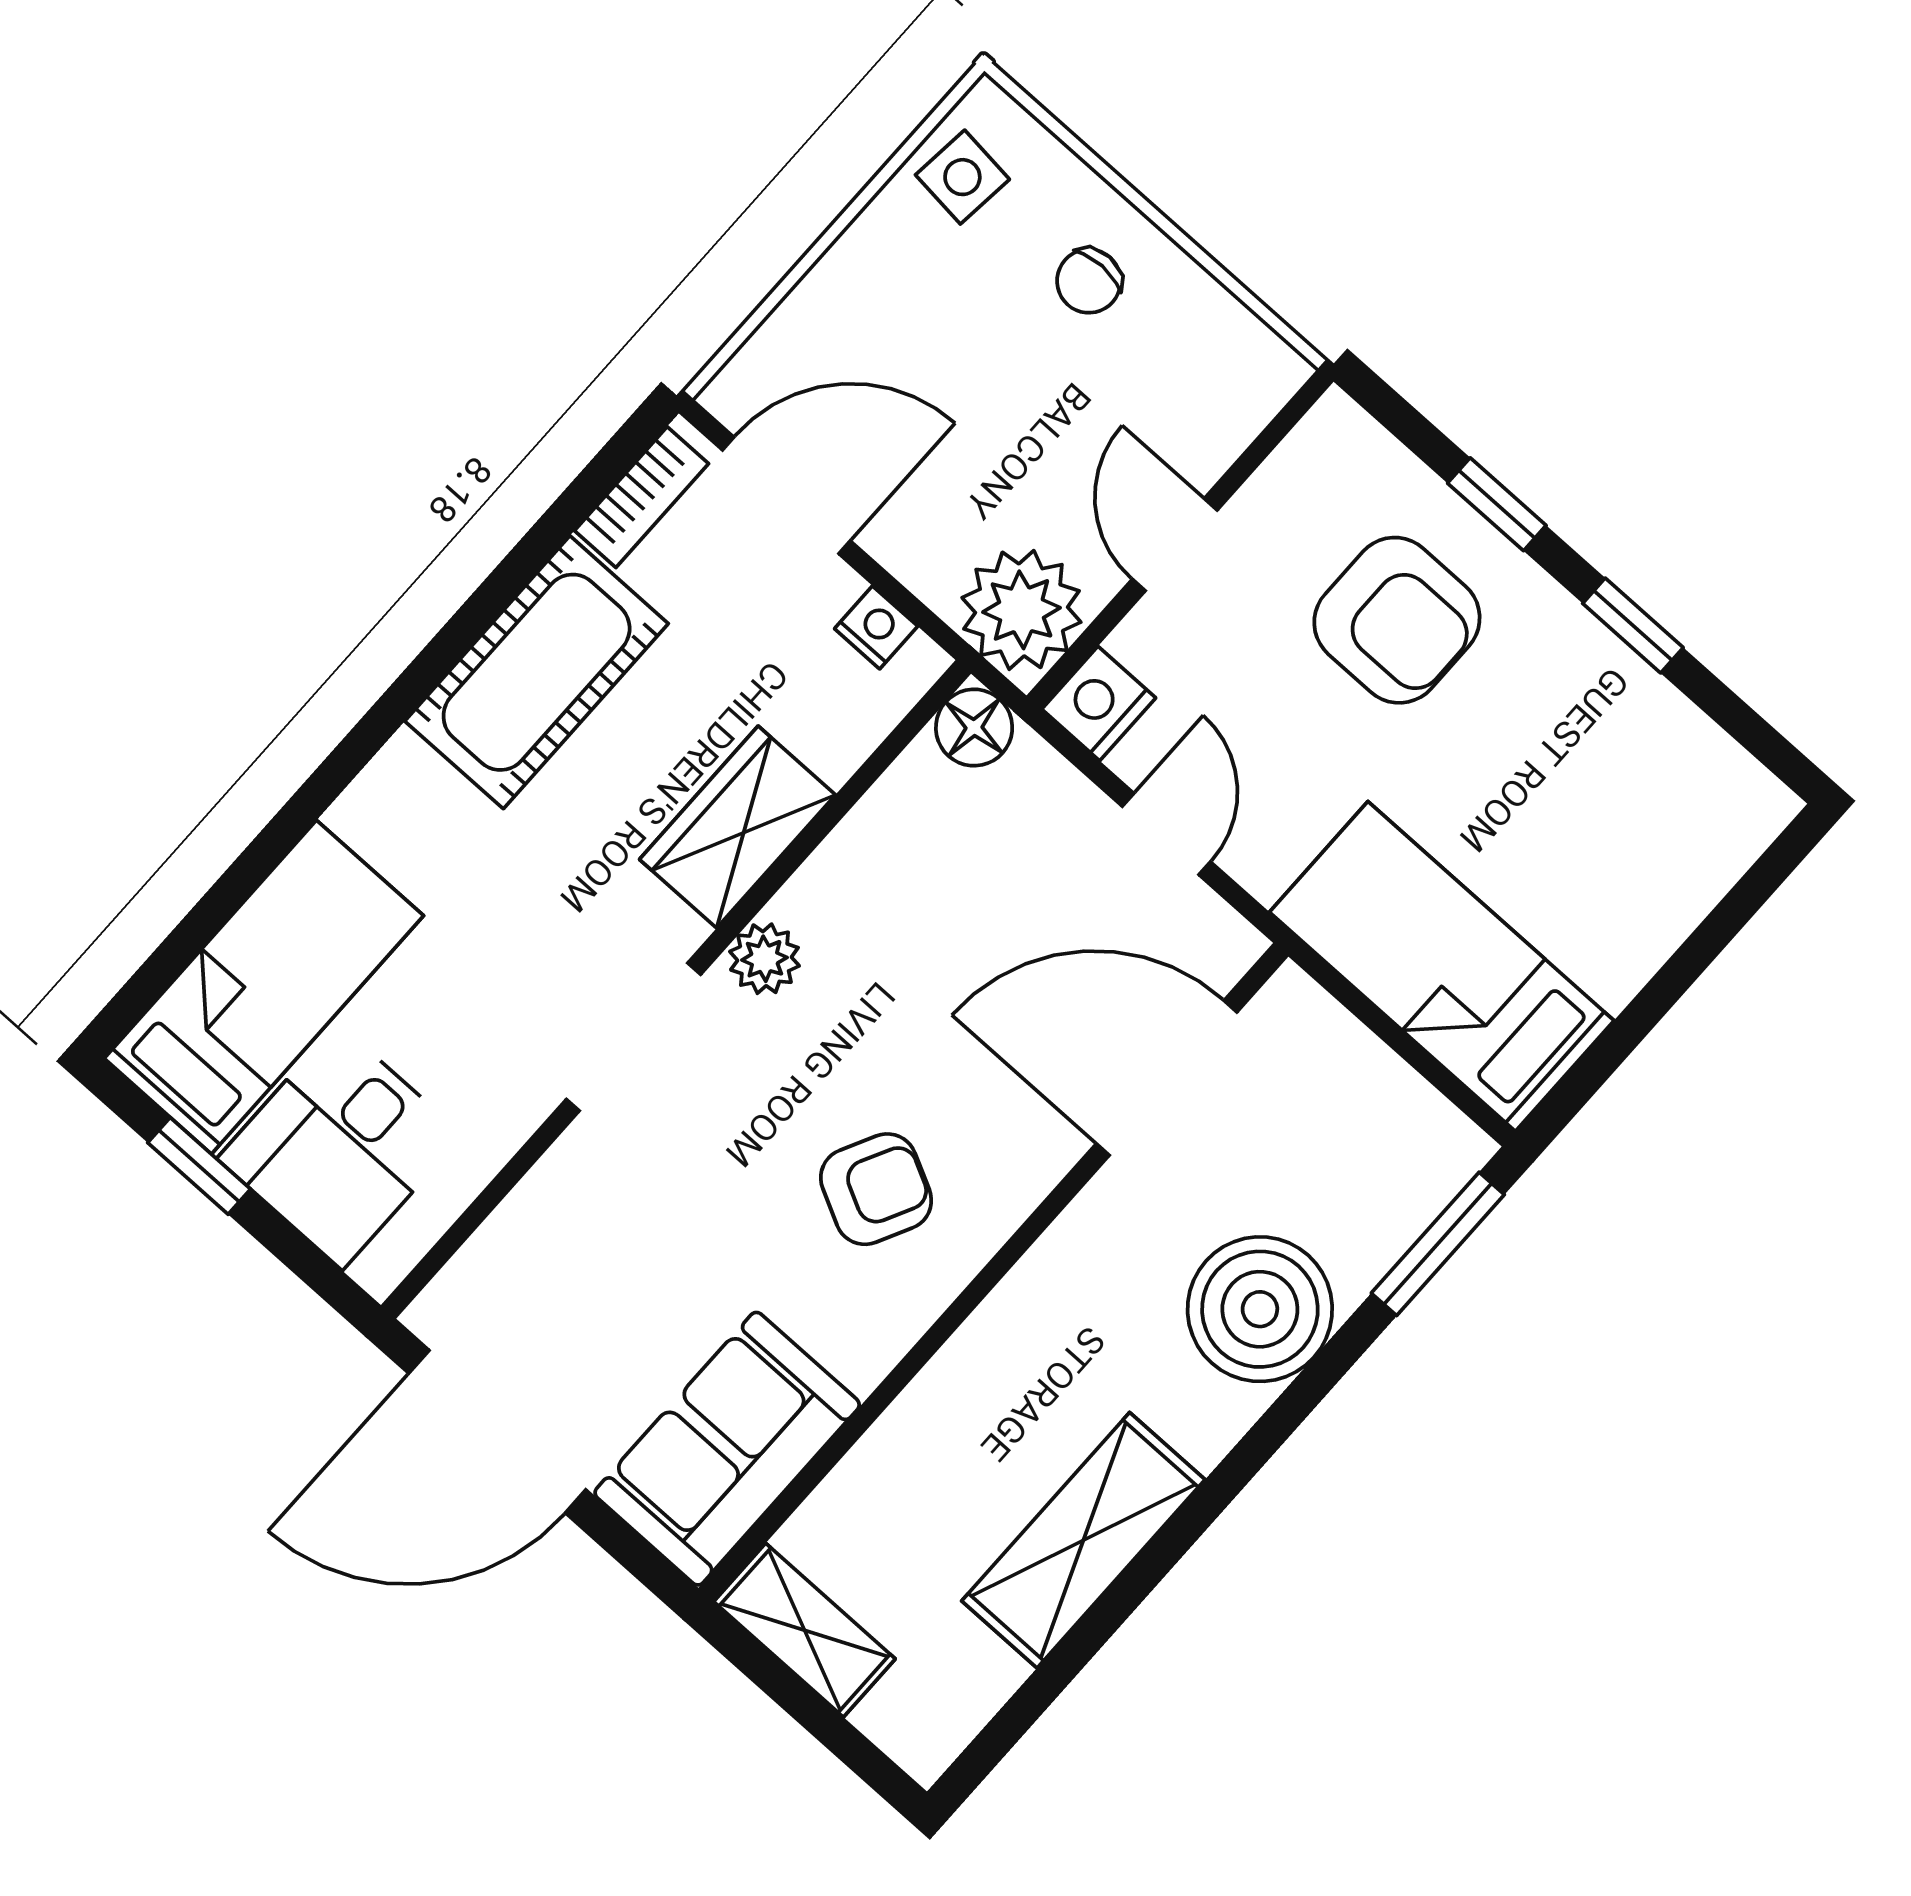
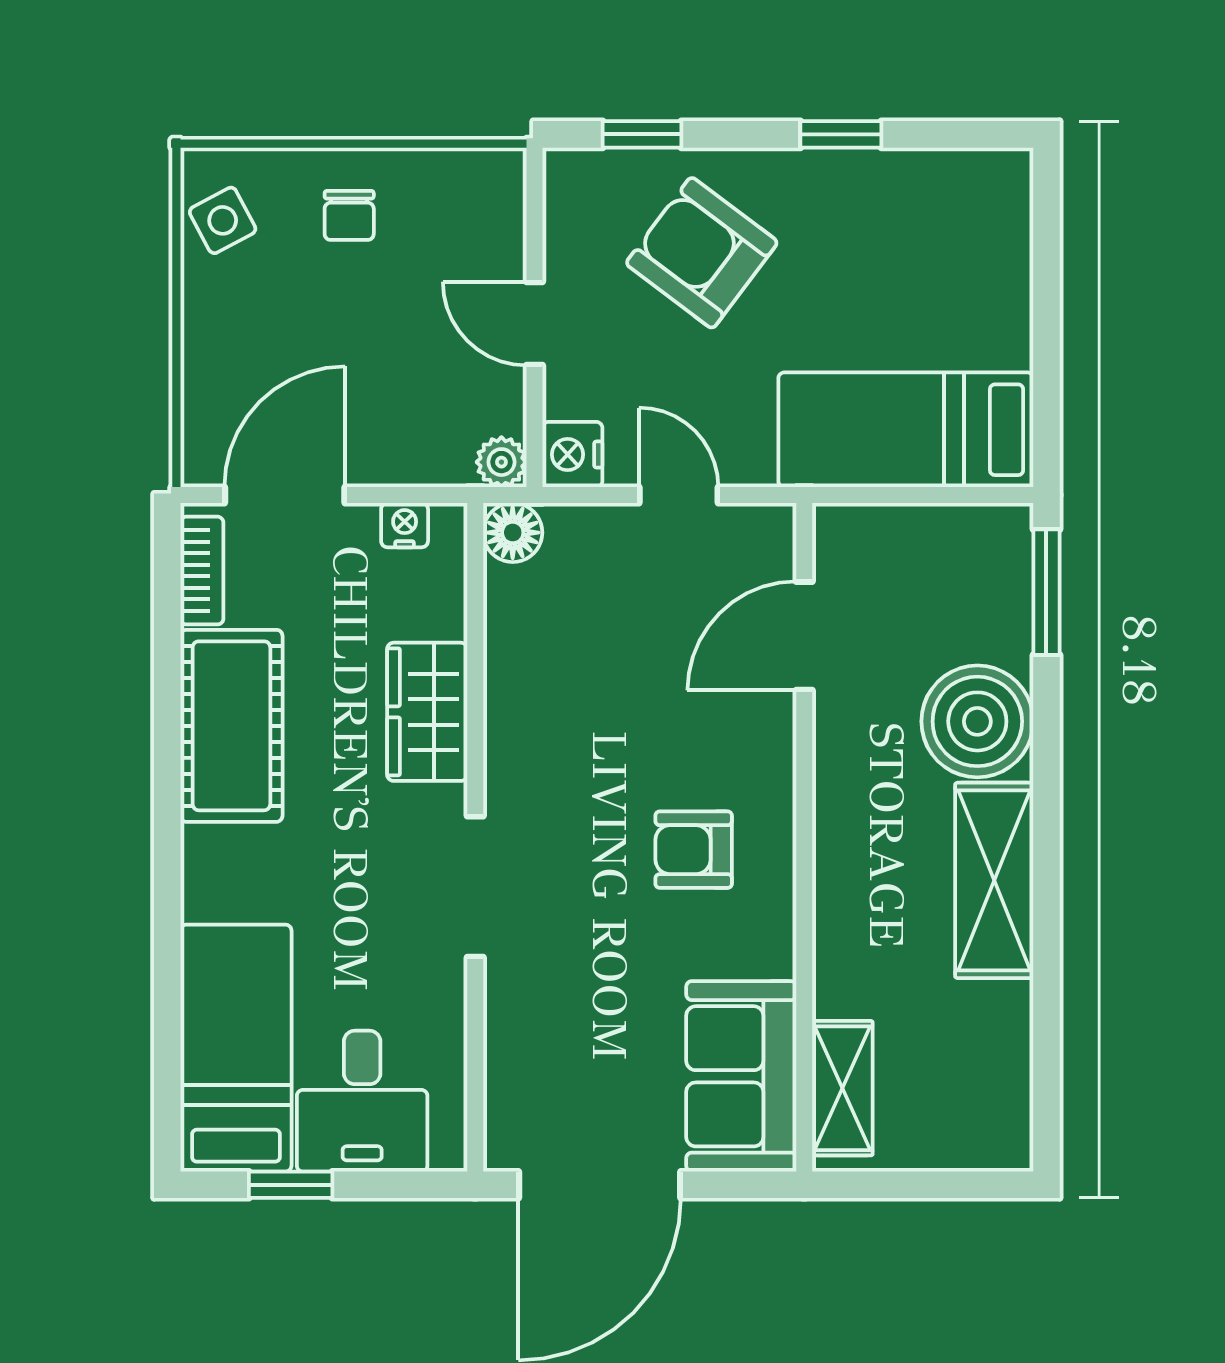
side table: (962, 177) -> (223, 220), turned -34
window: (1497, 504) -> (642, 134), moved
plant: (1021, 610) -> (501, 462), width x0.53, depth x0.53
armchair: (1397, 620) -> (702, 253), turned -143
plant: (764, 959) -> (511, 774), removed
door: (1167, 1078) -> (804, 636), width x0.73
armchair: (876, 1189) -> (694, 850), turned -117
shelving: (1083, 1540) -> (994, 880), moved
shelving: (804, 1630) -> (842, 1088), moved, turned 90

